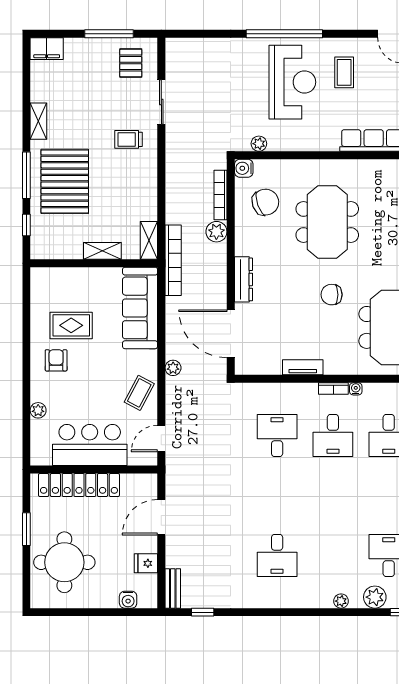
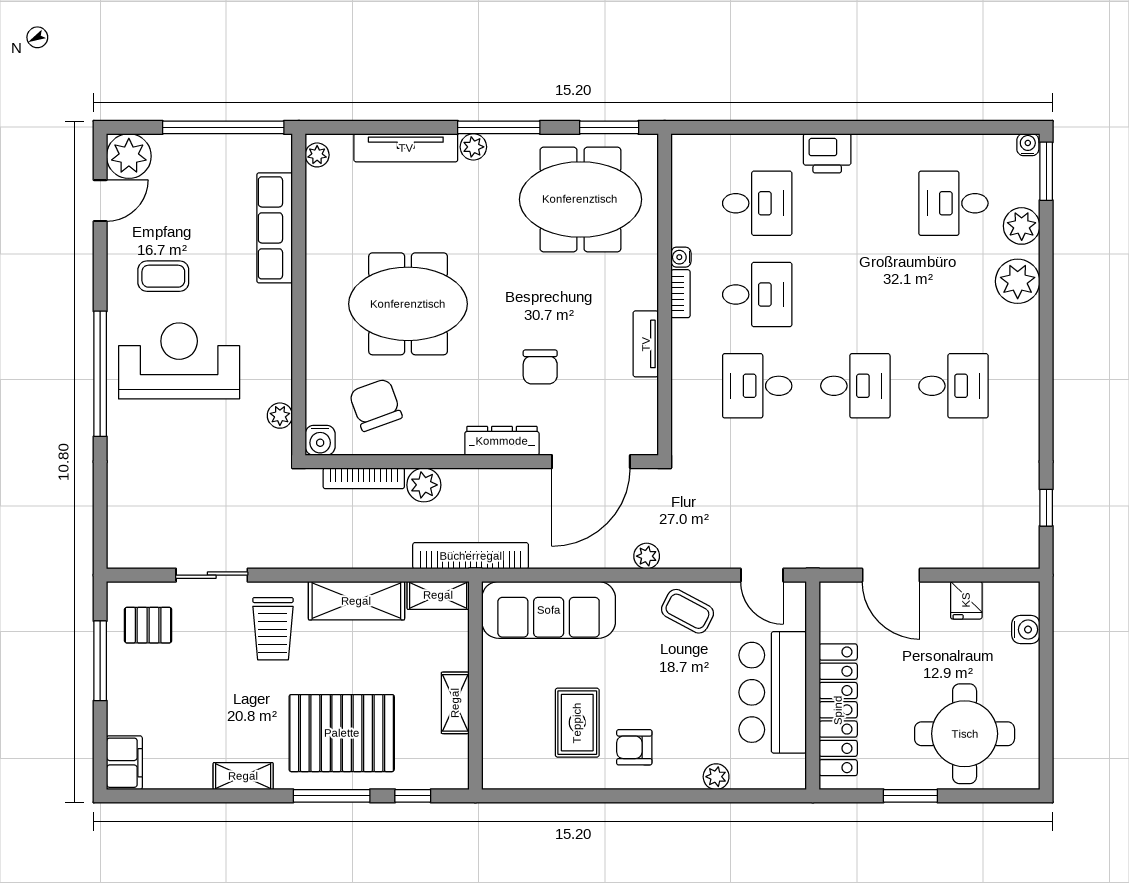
trolley: (129, 139) -> (273, 629), width x1.36, depth x1.39
shelving: (146, 190) -> (356, 601), added
shelving: (102, 251) -> (455, 703), moved
chair: (332, 295) -> (540, 367), moved
desk: (277, 495) -> (855, 386), added
bench: (173, 588) -> (1007, 556), removed
plant: (341, 601) -> (1018, 281), width x1.88, depth x1.88

